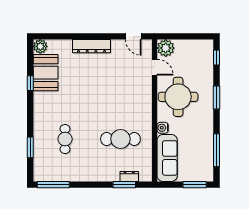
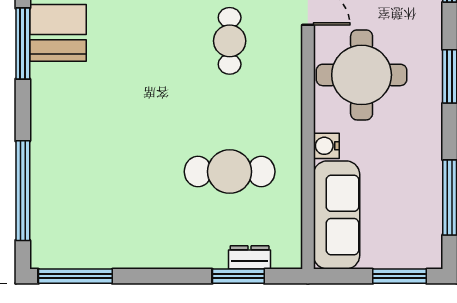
window: (30, 83) -> (23, 44), width x2.17
cafe table: (65, 139) -> (230, 41), moved
window: (30, 147) -> (23, 191), width x2.11

